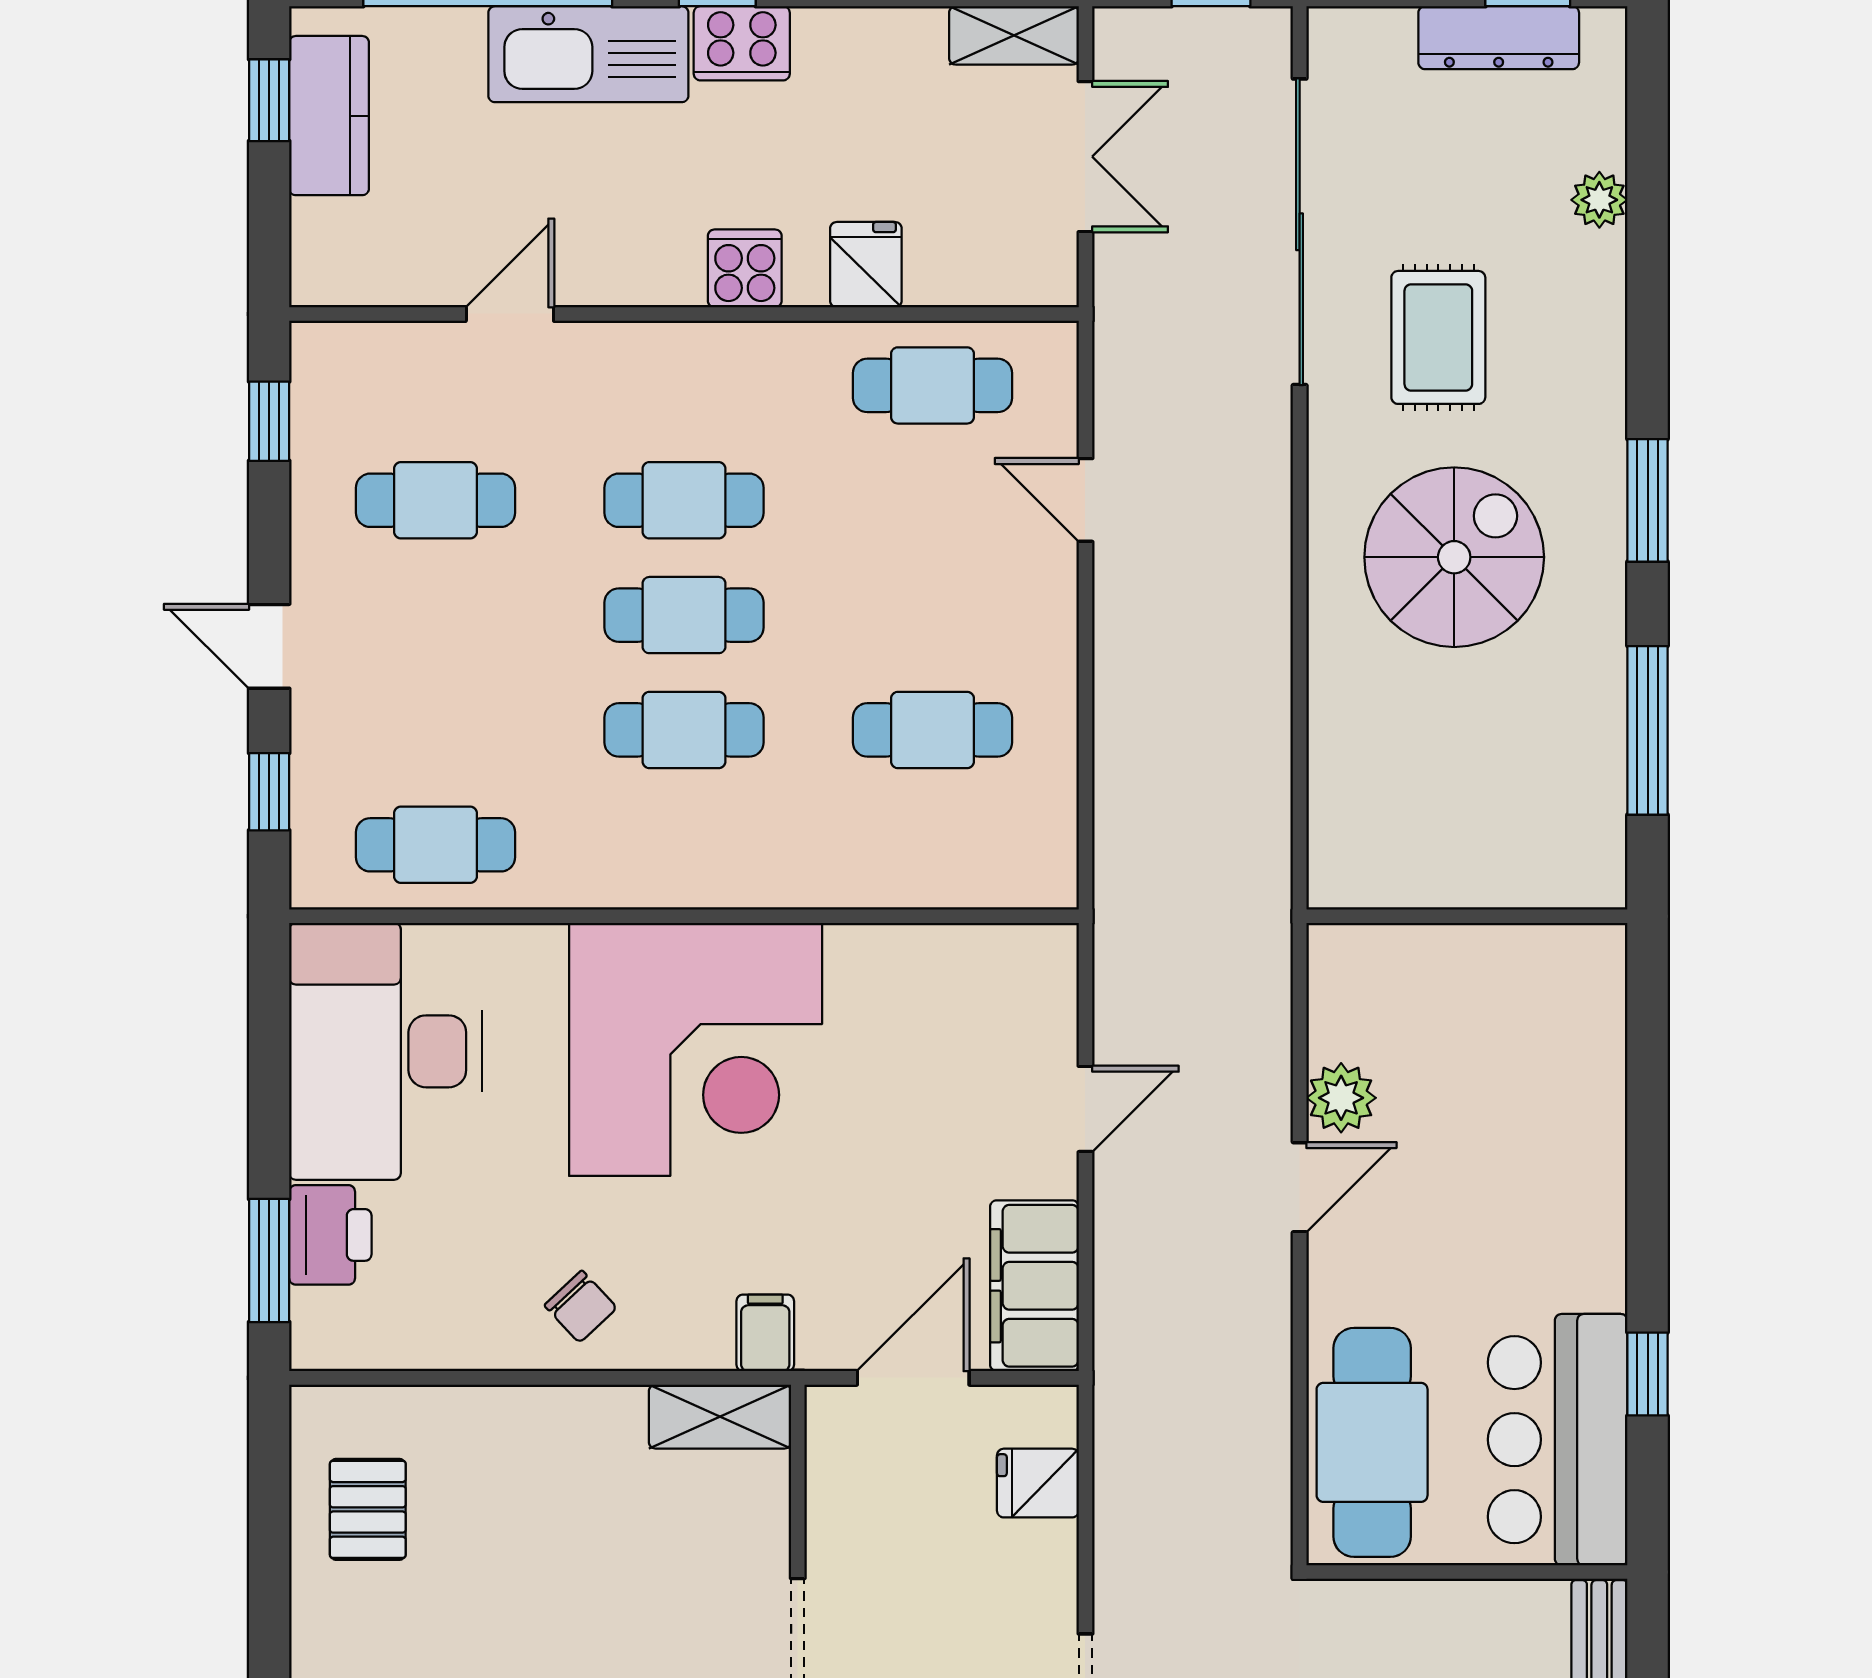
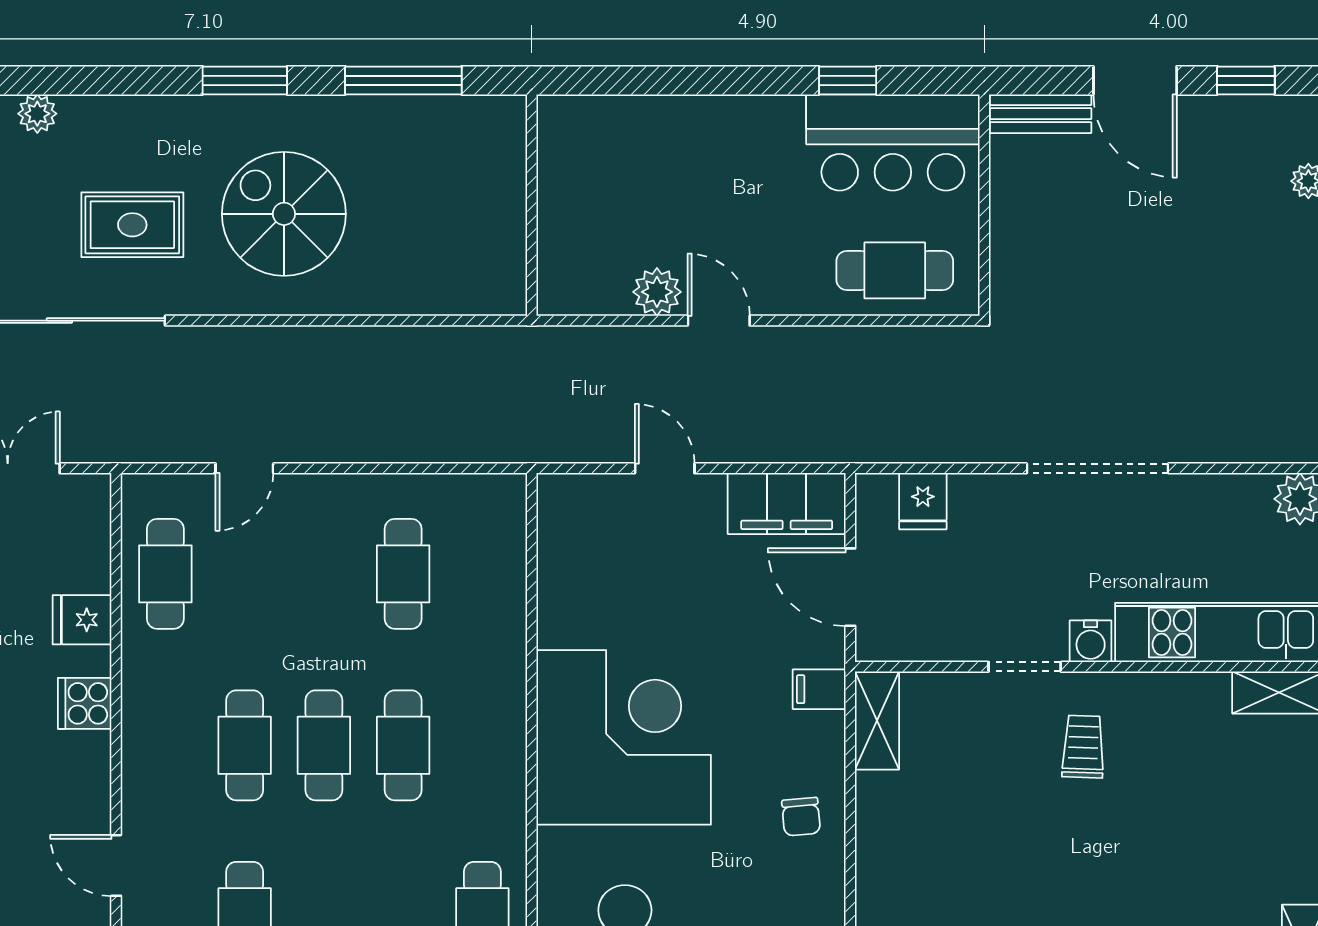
chair: (581, 1307) -> (801, 817), turned 128
cafe table: (1372, 1442) -> (895, 270), width x0.73, depth x0.74

